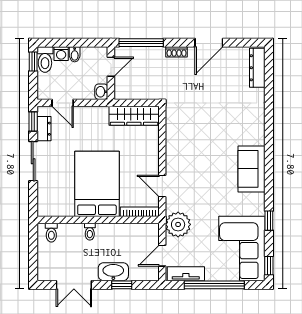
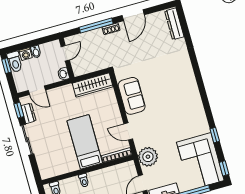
window: (141, 43) -> (96, 26), moved
sofa: (252, 169) -> (132, 96), moved, turned 180
bed: (97, 184) -> (85, 142), width x0.67

